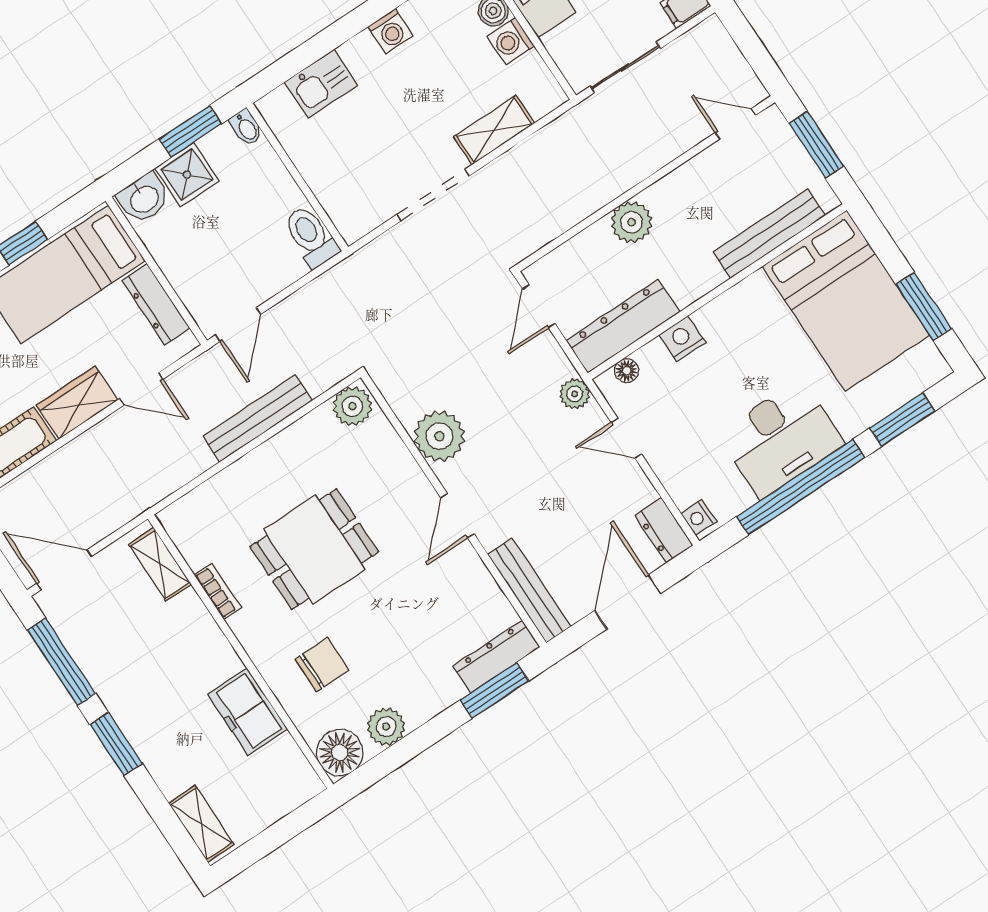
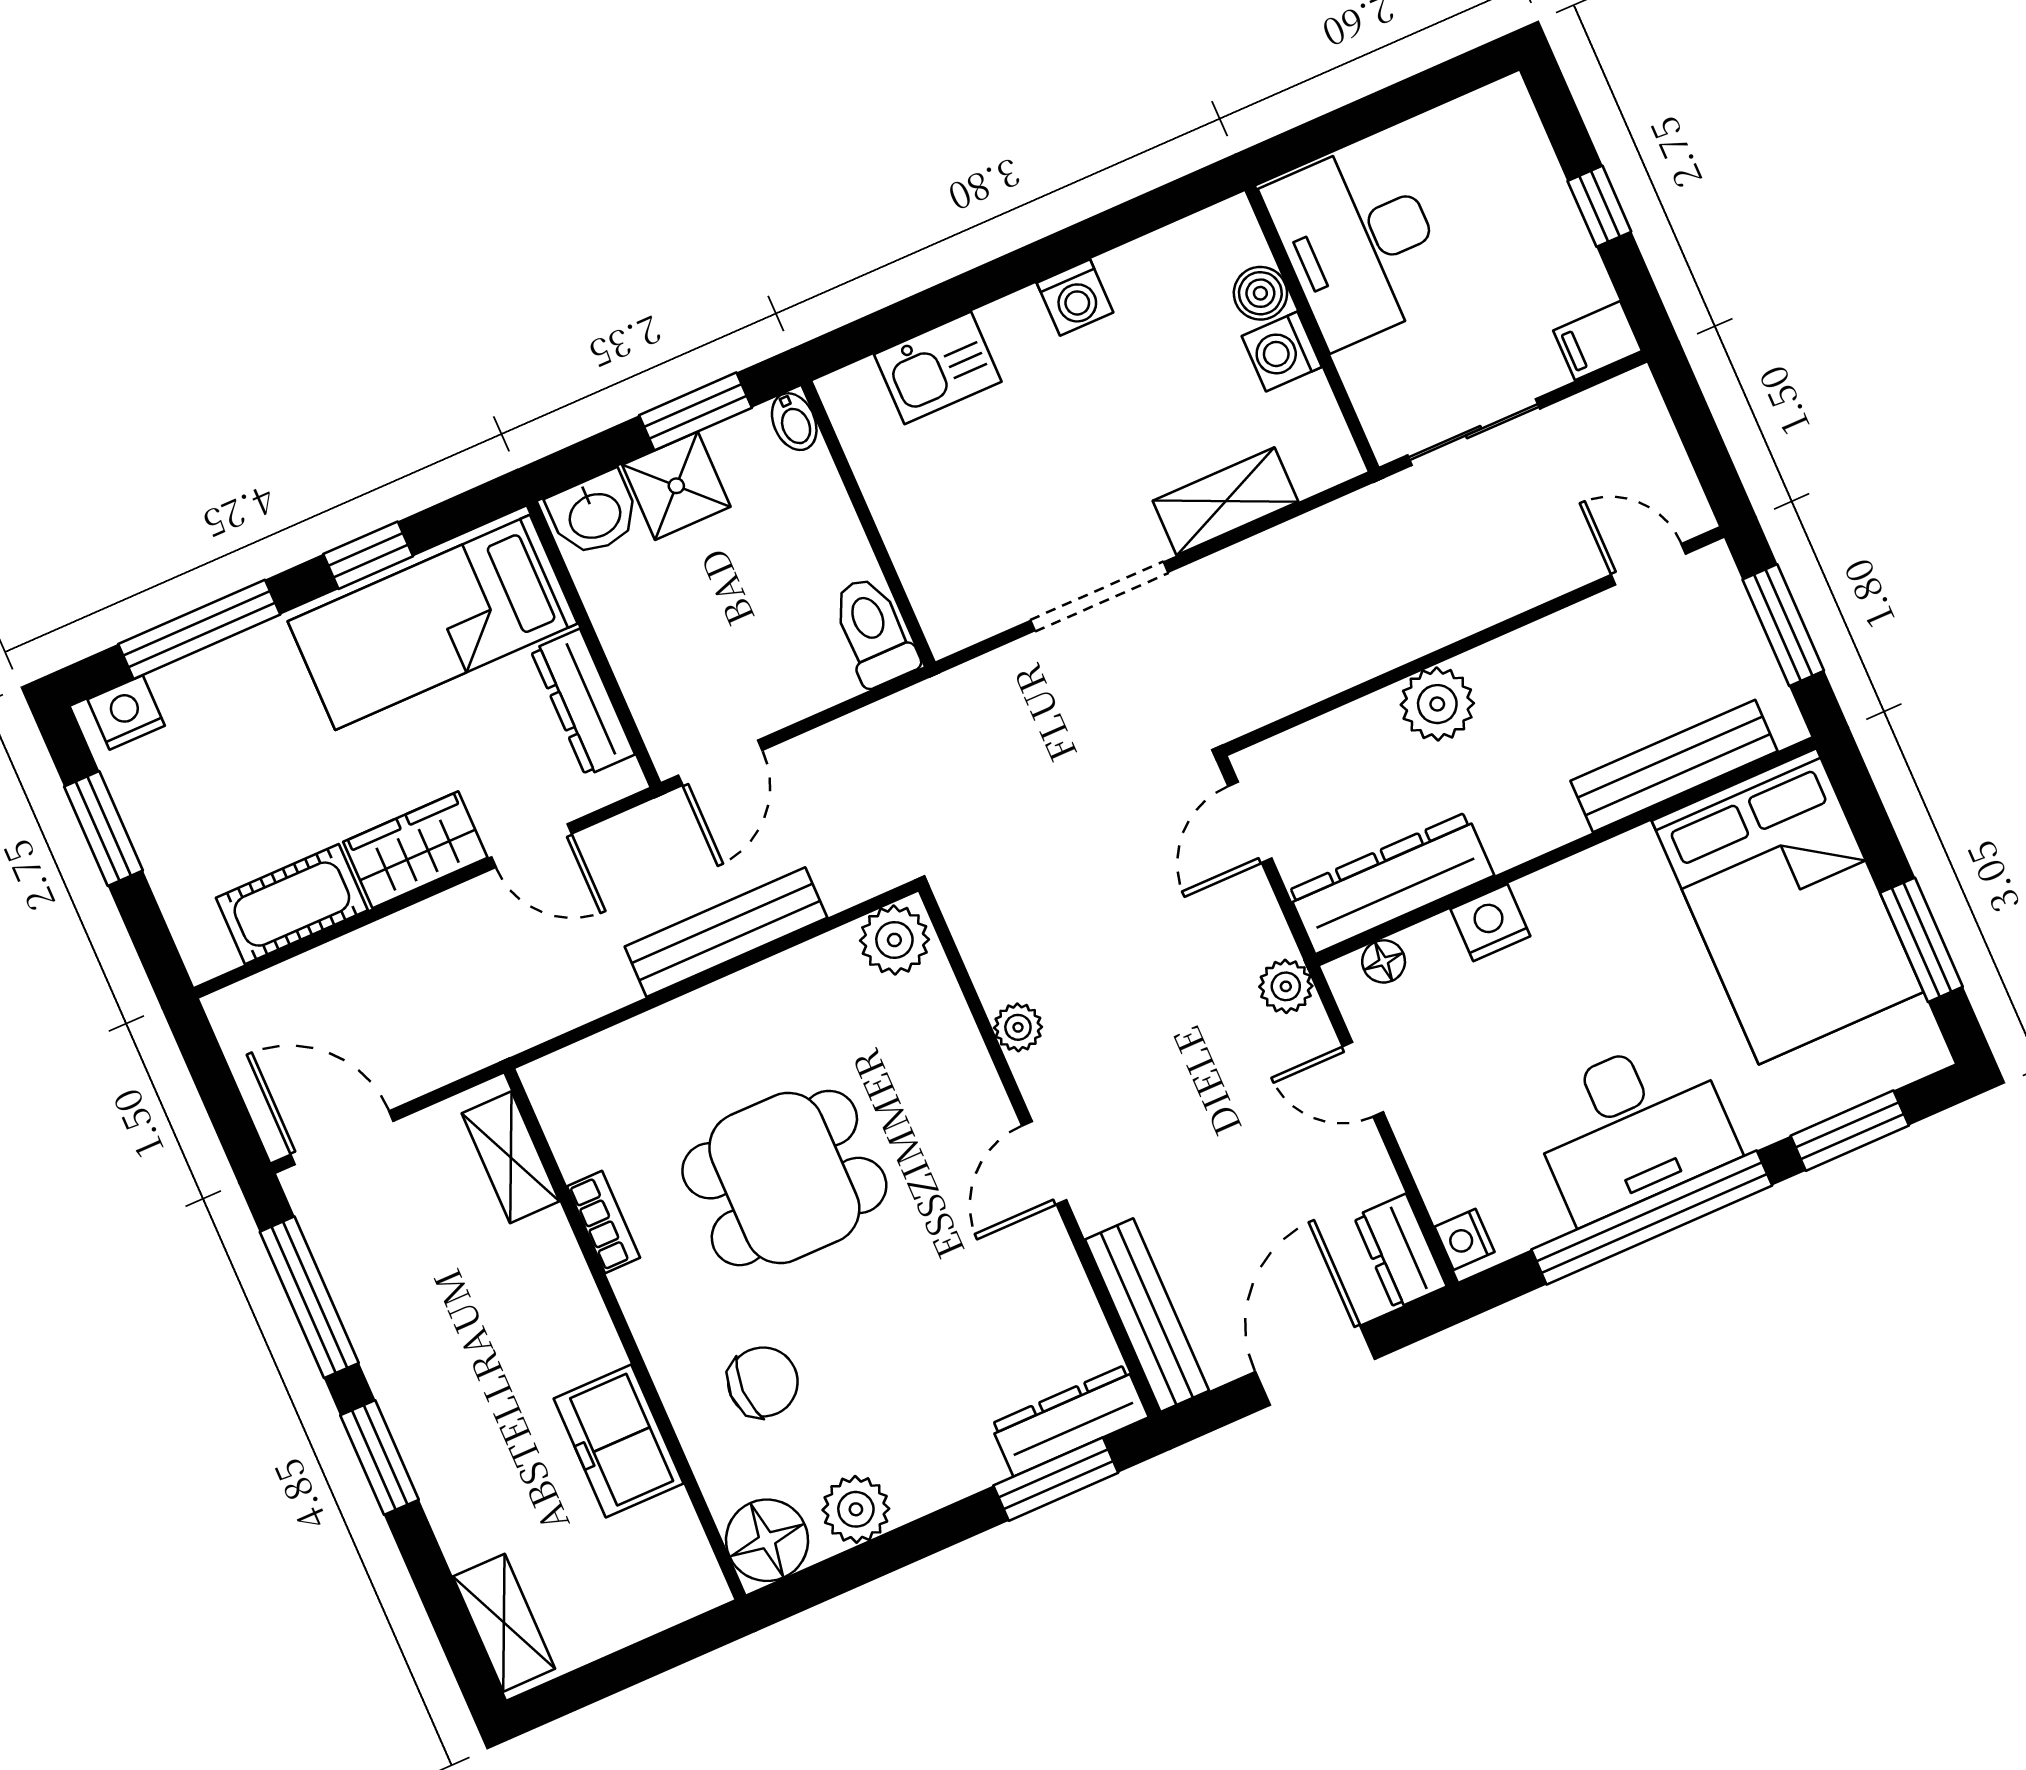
plant: (439, 436) -> (1018, 1027), width x0.53, depth x0.53

